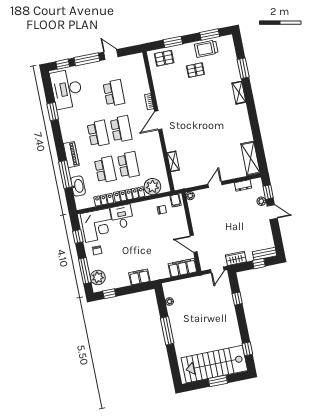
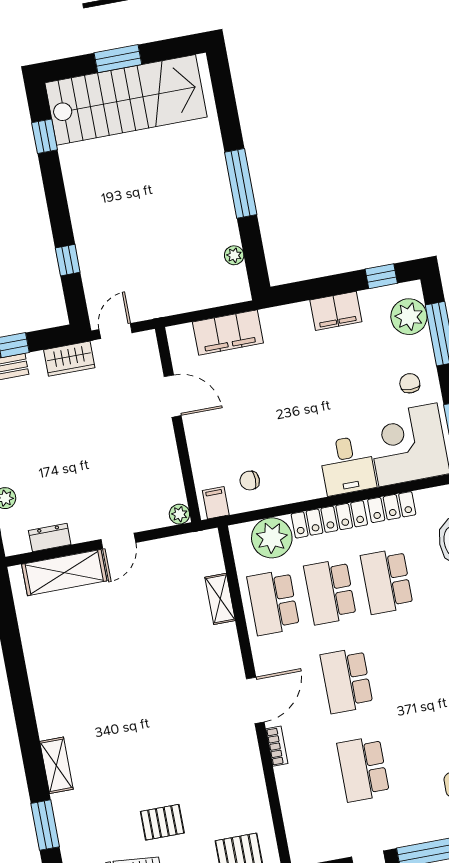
school desk: (98, 134) -> (273, 602), moved
shelving: (250, 158) -> (64, 573), moved, turned 90
filing cabinet: (183, 268) -> (228, 333), moved
filing cabinet: (139, 277) -> (336, 311), moved

